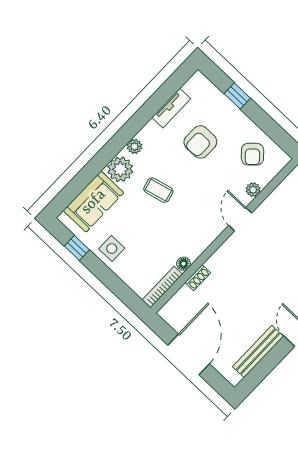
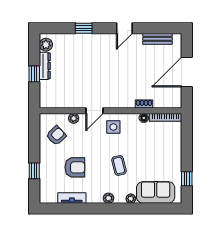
plant: (120, 169) -> (131, 199), width x0.53, depth x0.53
side table: (112, 249) -> (113, 127), moved
bench: (258, 351) -> (157, 39), width x0.73

